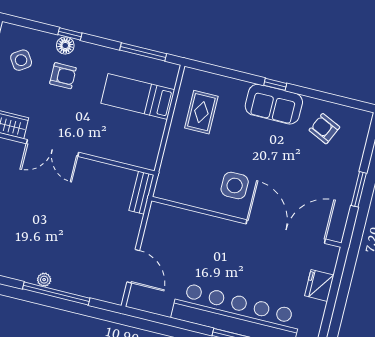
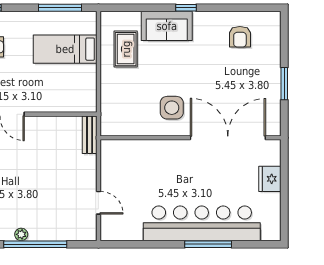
sofa: (274, 104) -> (167, 26), moved
armchair: (324, 129) -> (240, 37), turned -115
door: (133, 266) -> (98, 203), width x0.73

